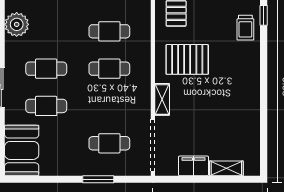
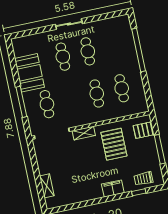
window: (264, 15) -> (139, 192), moved
plant: (17, 24) -> (113, 25), removed
booth: (22, 150) -> (29, 73), moved, turned 90
filing cabinet: (193, 166) -> (113, 188), moved, turned -90
window: (98, 179) -> (21, 102), width x1.44

